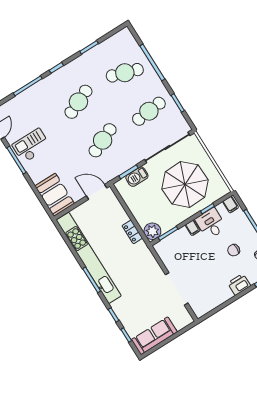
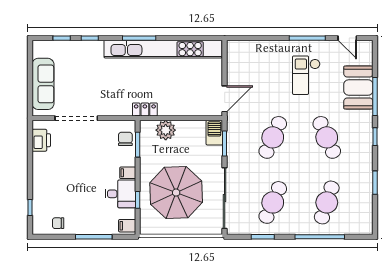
cafe table: (149, 111) -> (273, 202), turned 30
cafe table: (103, 140) -> (273, 137), turned 48
checkout: (31, 146) -> (306, 75), moved, turned 180
barbecue: (137, 177) -> (214, 133), moved
booth: (55, 195) -> (358, 88), moved, turned 90
plant: (152, 231) -> (166, 130), moved
locker: (132, 232) -> (145, 109), moved
chair: (234, 250) -> (125, 139), moved
printer: (239, 284) -> (41, 140), moved
sofa: (154, 336) -> (43, 84), moved

